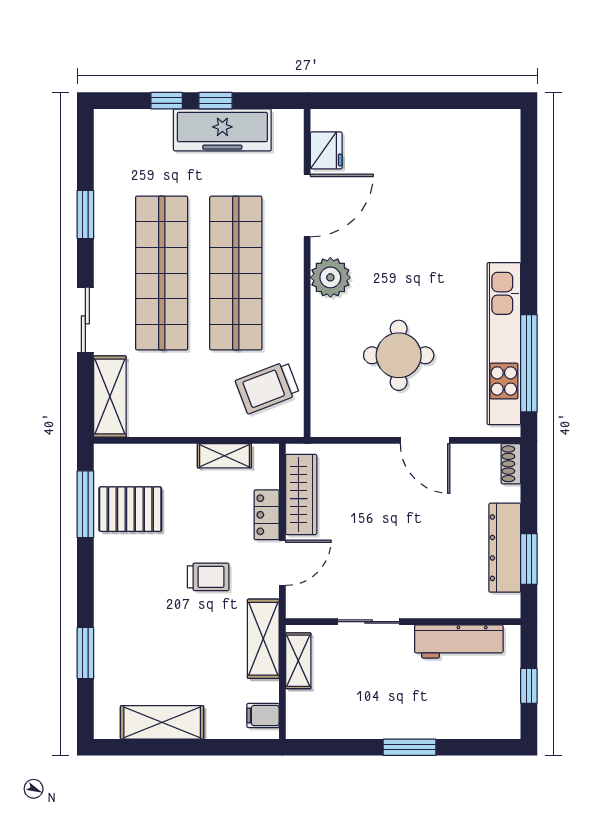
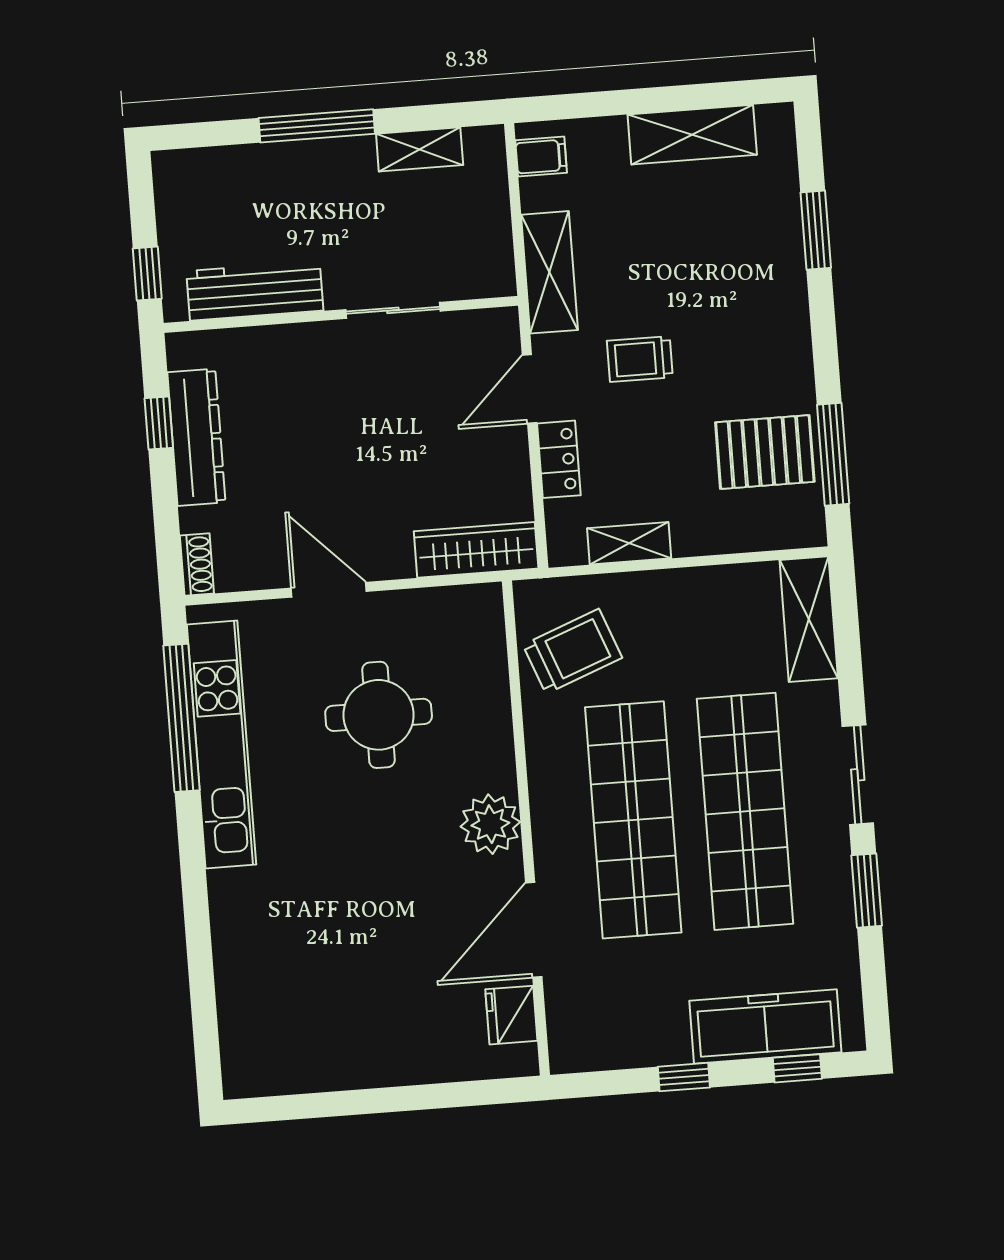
window: (167, 101) -> (797, 1068), moved
freezer: (222, 130) -> (765, 1027), moved
sliding door: (85, 320) -> (858, 775), moved
wardrobe: (301, 494) -> (476, 550), moved, turned 90
window: (529, 559) -> (159, 423), width x0.67
shelving: (298, 661) -> (420, 149), moved, turned 90
window: (529, 686) -> (147, 274), moved
window: (409, 747) -> (317, 126), width x1.44

